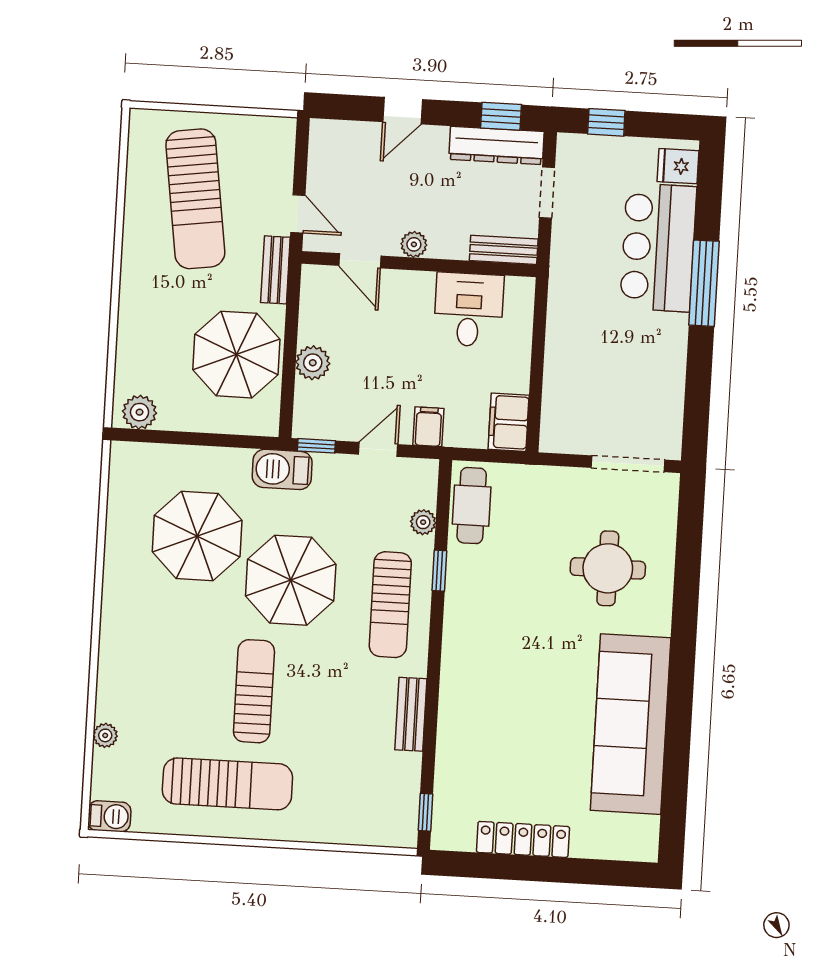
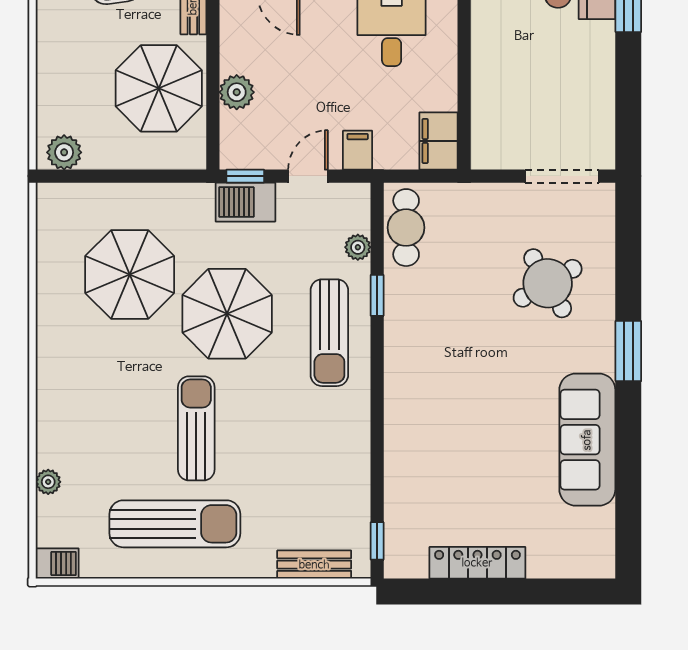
barbecue: (282, 469) -> (245, 202), moved
round table: (608, 568) -> (548, 283), turned -30
window: (683, 640) -> (628, 351), added
bench: (411, 714) -> (314, 565), moved, turned 90
sofa: (631, 724) -> (587, 440), width x0.74, depth x0.79

